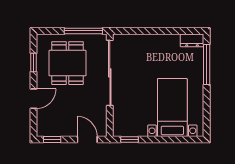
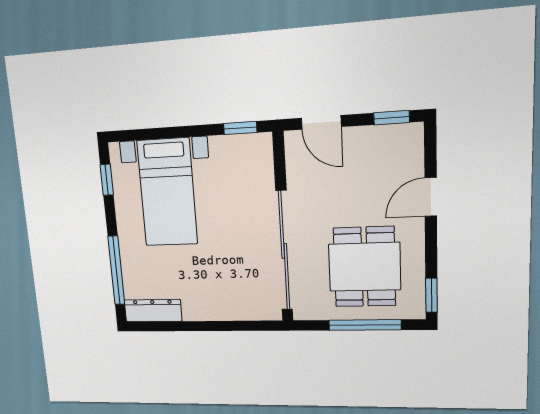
window: (83, 31) -> (365, 325), moved
dresser: (192, 40) -> (153, 311), width x1.44
window: (34, 62) -> (431, 295), moved
window: (207, 116) -> (107, 180), added

